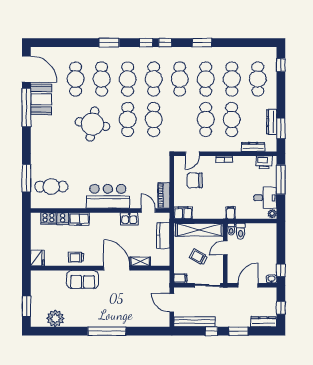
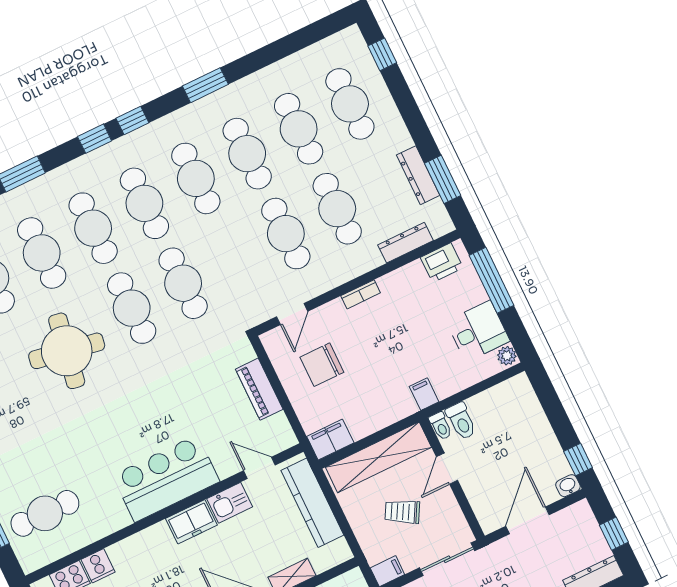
piano: (164, 195) -> (259, 389), moved
freezer: (79, 219) -> (191, 522), moved
kitchen counter: (163, 235) -> (312, 503), width x1.50

